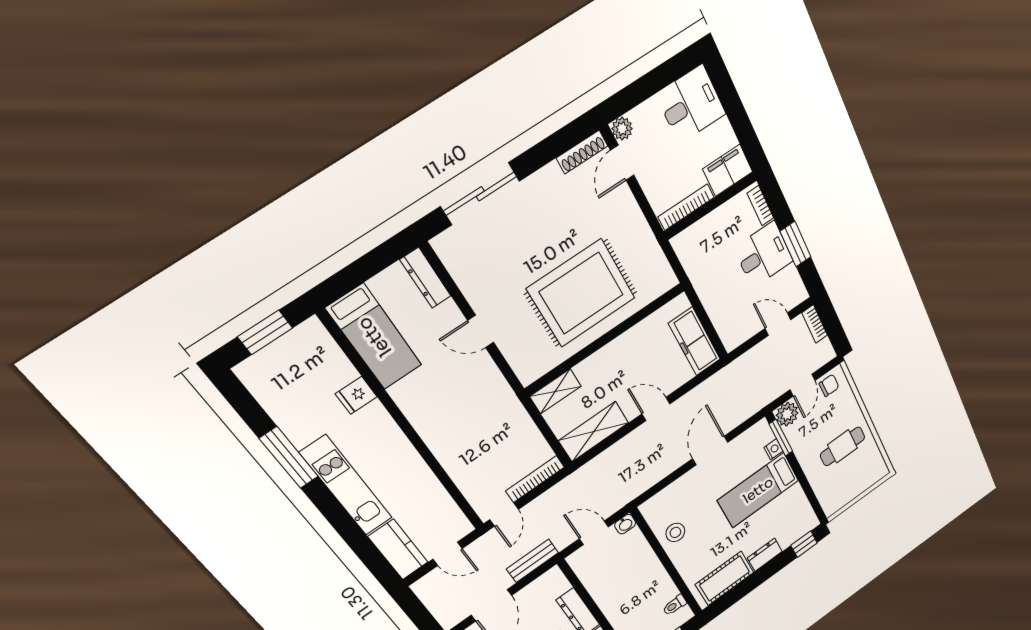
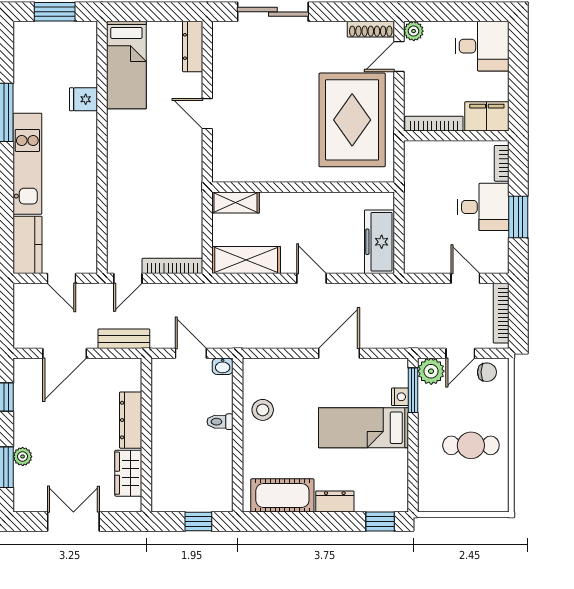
rug: (581, 293) -> (352, 120), moved, turned 90
bookcase: (815, 324) -> (501, 313), width x1.56
toilet: (675, 605) -> (220, 422), moved

